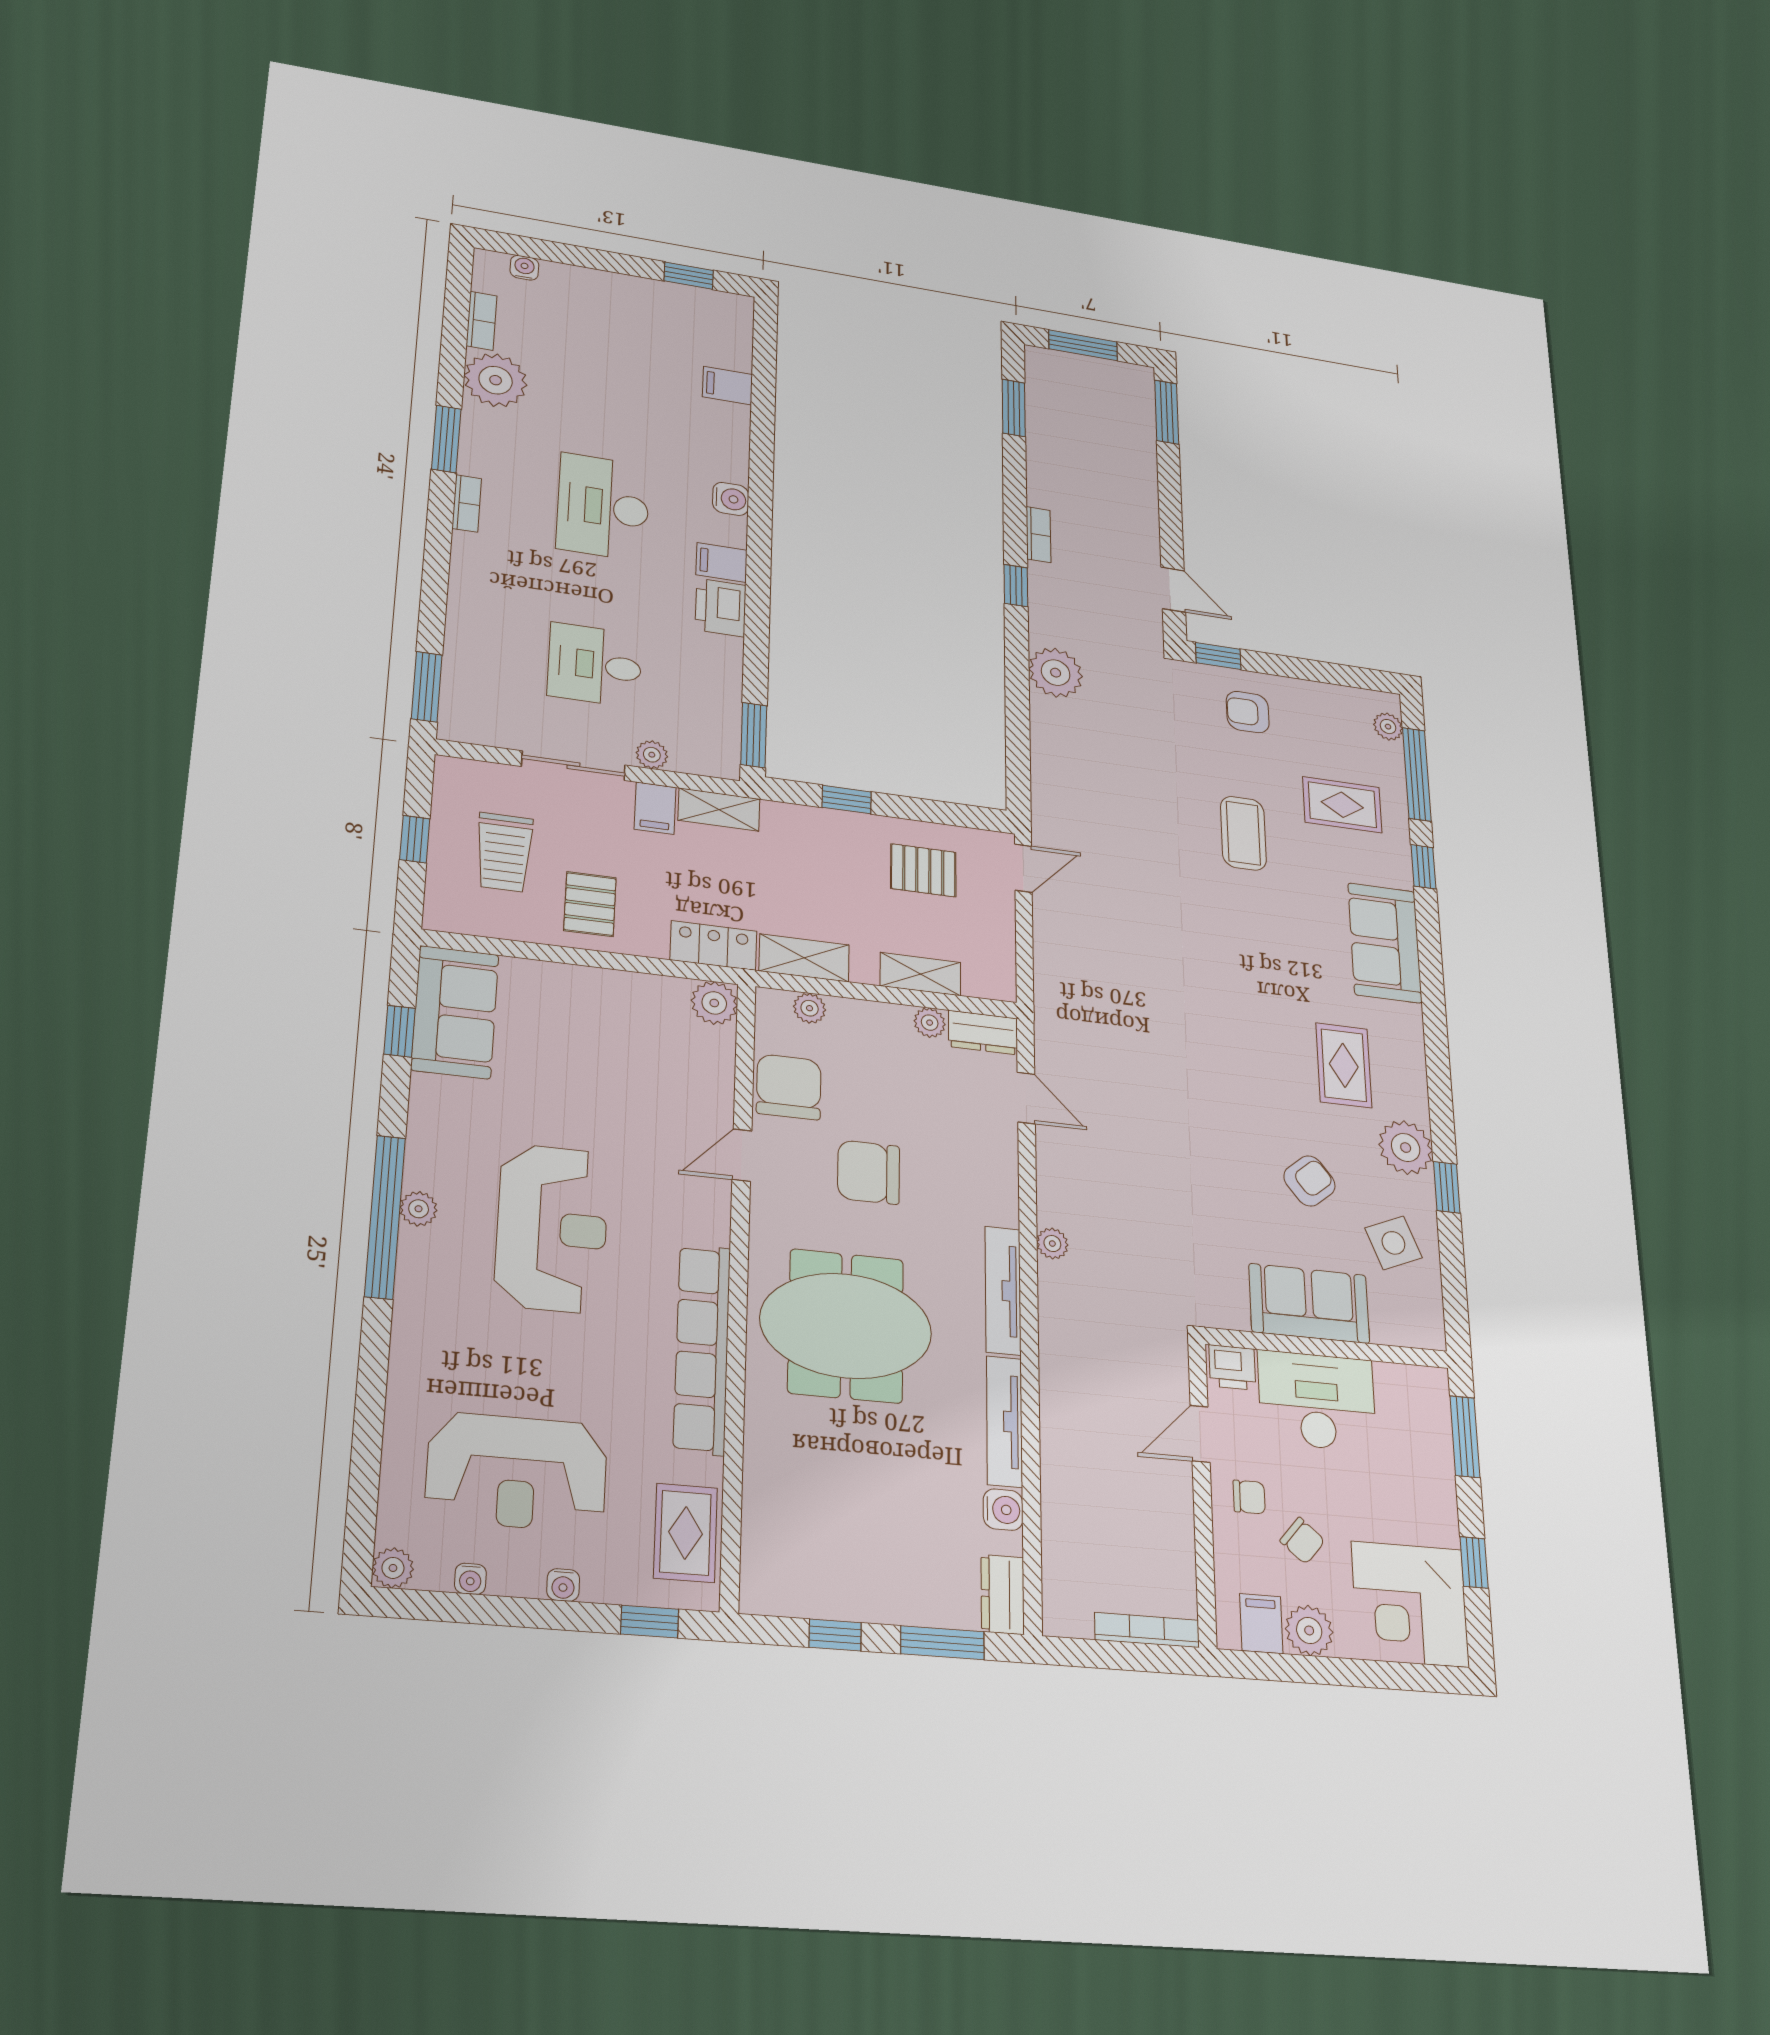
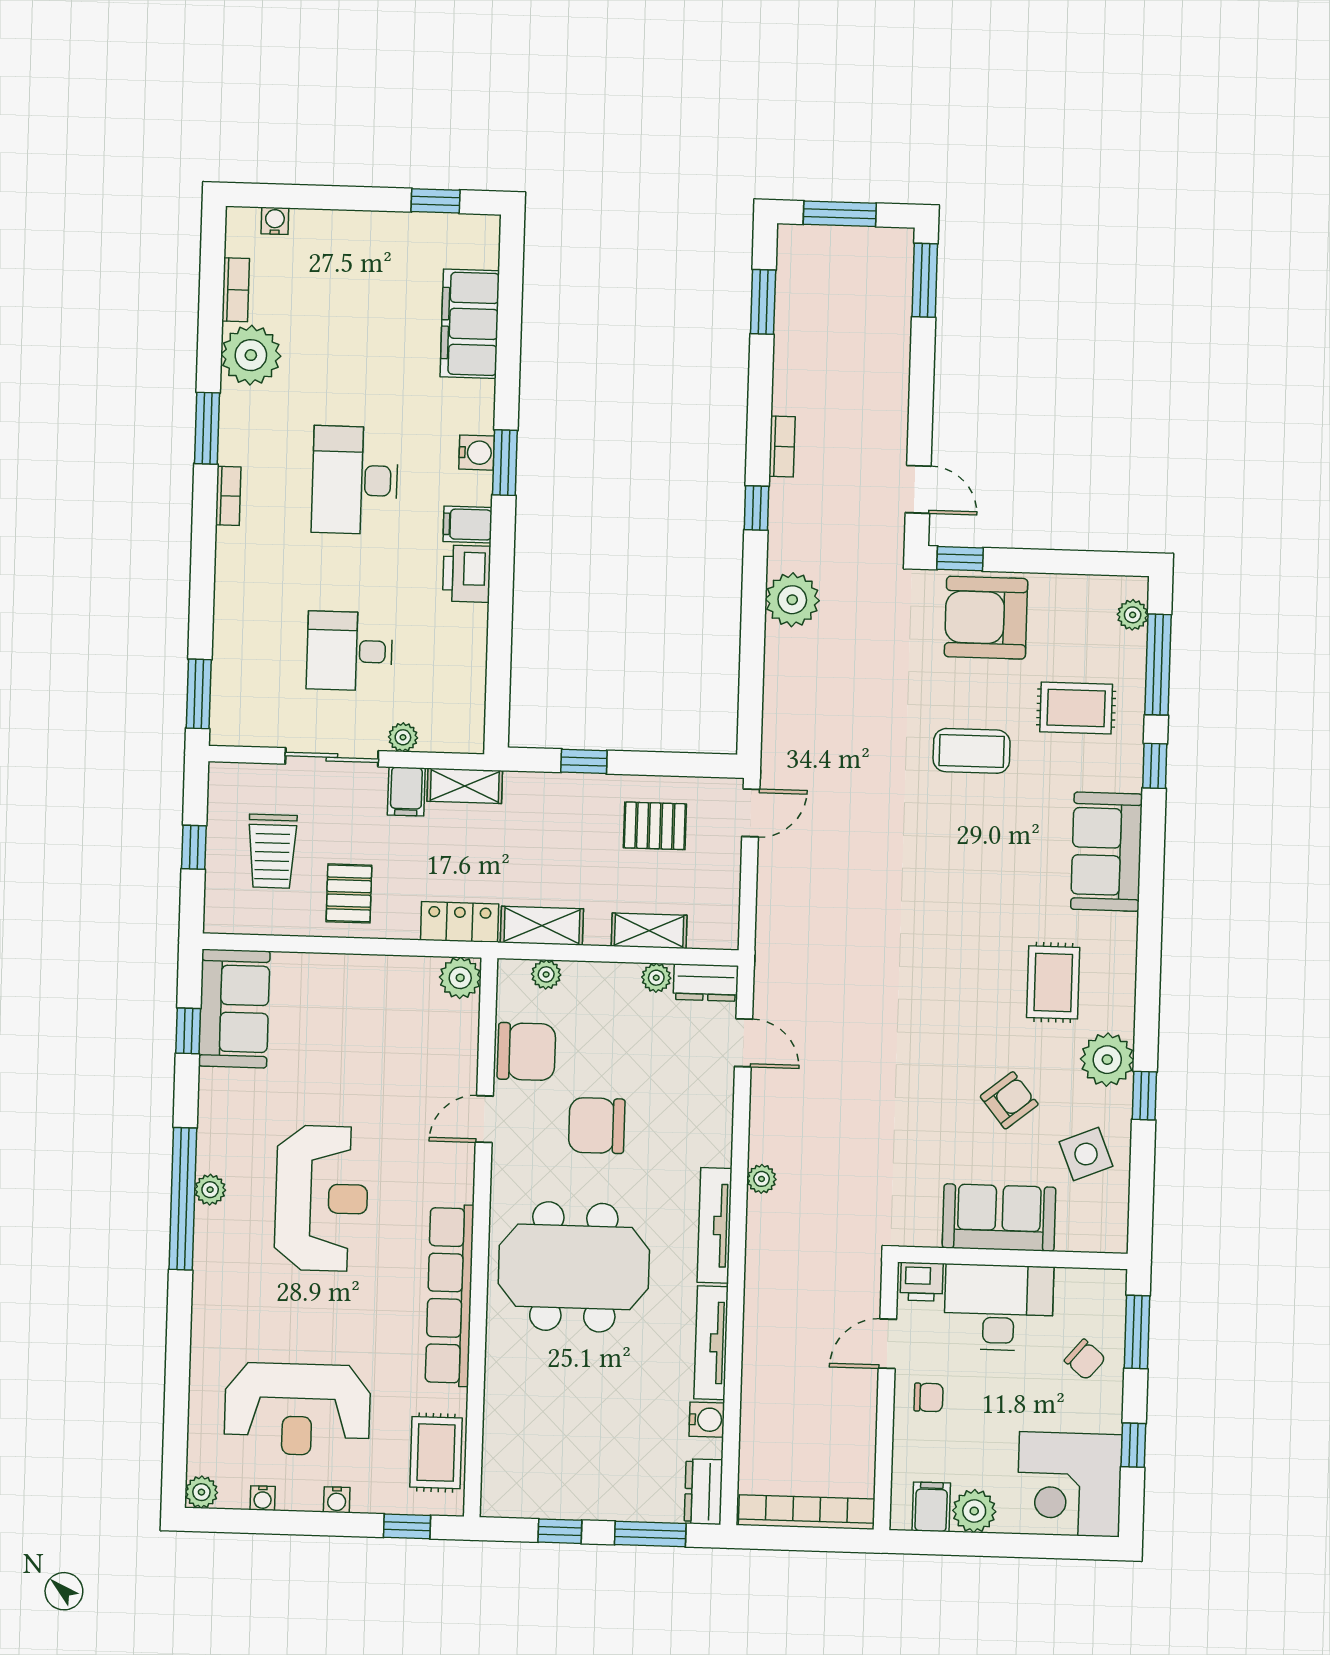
filing cabinet: (727, 386) -> (470, 324), width x3.00, depth x1.17
armchair: (1248, 712) -> (986, 618), width x1.88, depth x1.88
window: (754, 735) -> (505, 463), moved
coffee table: (1243, 833) -> (972, 751), turned 90
chair: (789, 1087) -> (526, 1052), turned 90
chair: (1302, 1541) -> (1085, 1360), moved
bookcase: (1147, 1630) -> (807, 1512), width x1.48, depth x1.31

